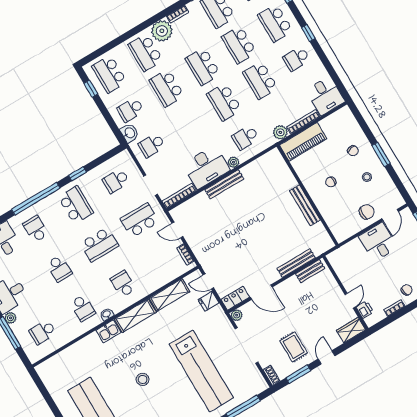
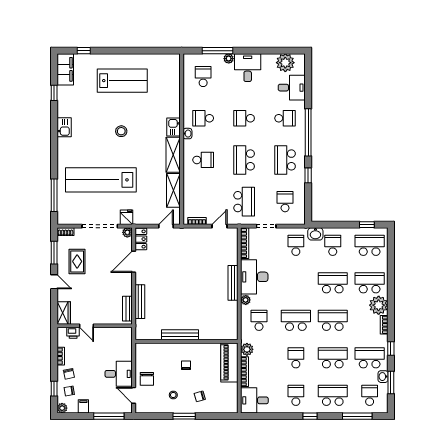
school desk: (260, 80) -> (296, 358), width x0.54
school desk: (76, 205) -> (285, 160), turned 90
fridge: (209, 301) -> (126, 217), moved
rug: (294, 347) -> (77, 261), turned 90

